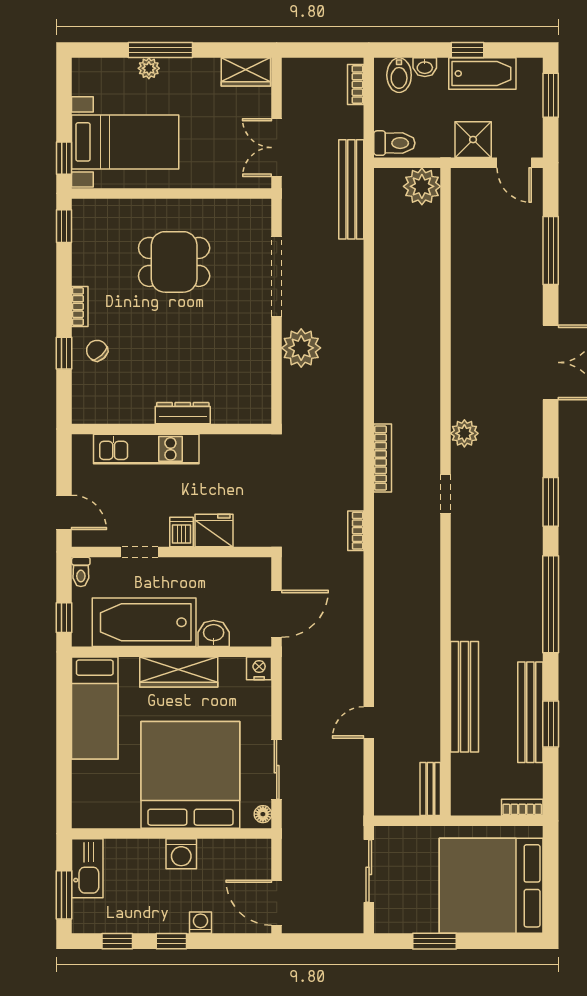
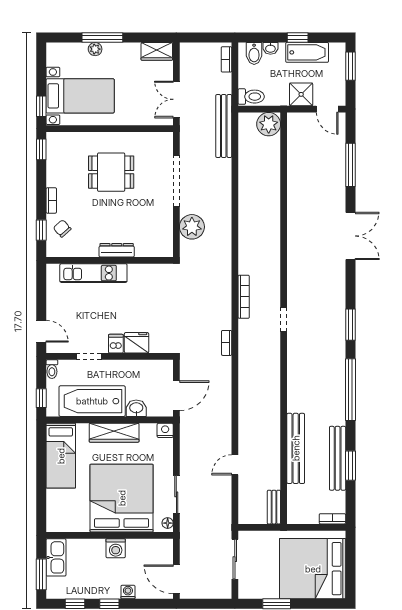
dresser: (183, 413) -> (117, 250), moved
wall: (172, 429) -> (110, 260), moved
plant: (464, 433) -> (296, 281), removed
kitchen unit: (146, 449) -> (93, 273), moved

